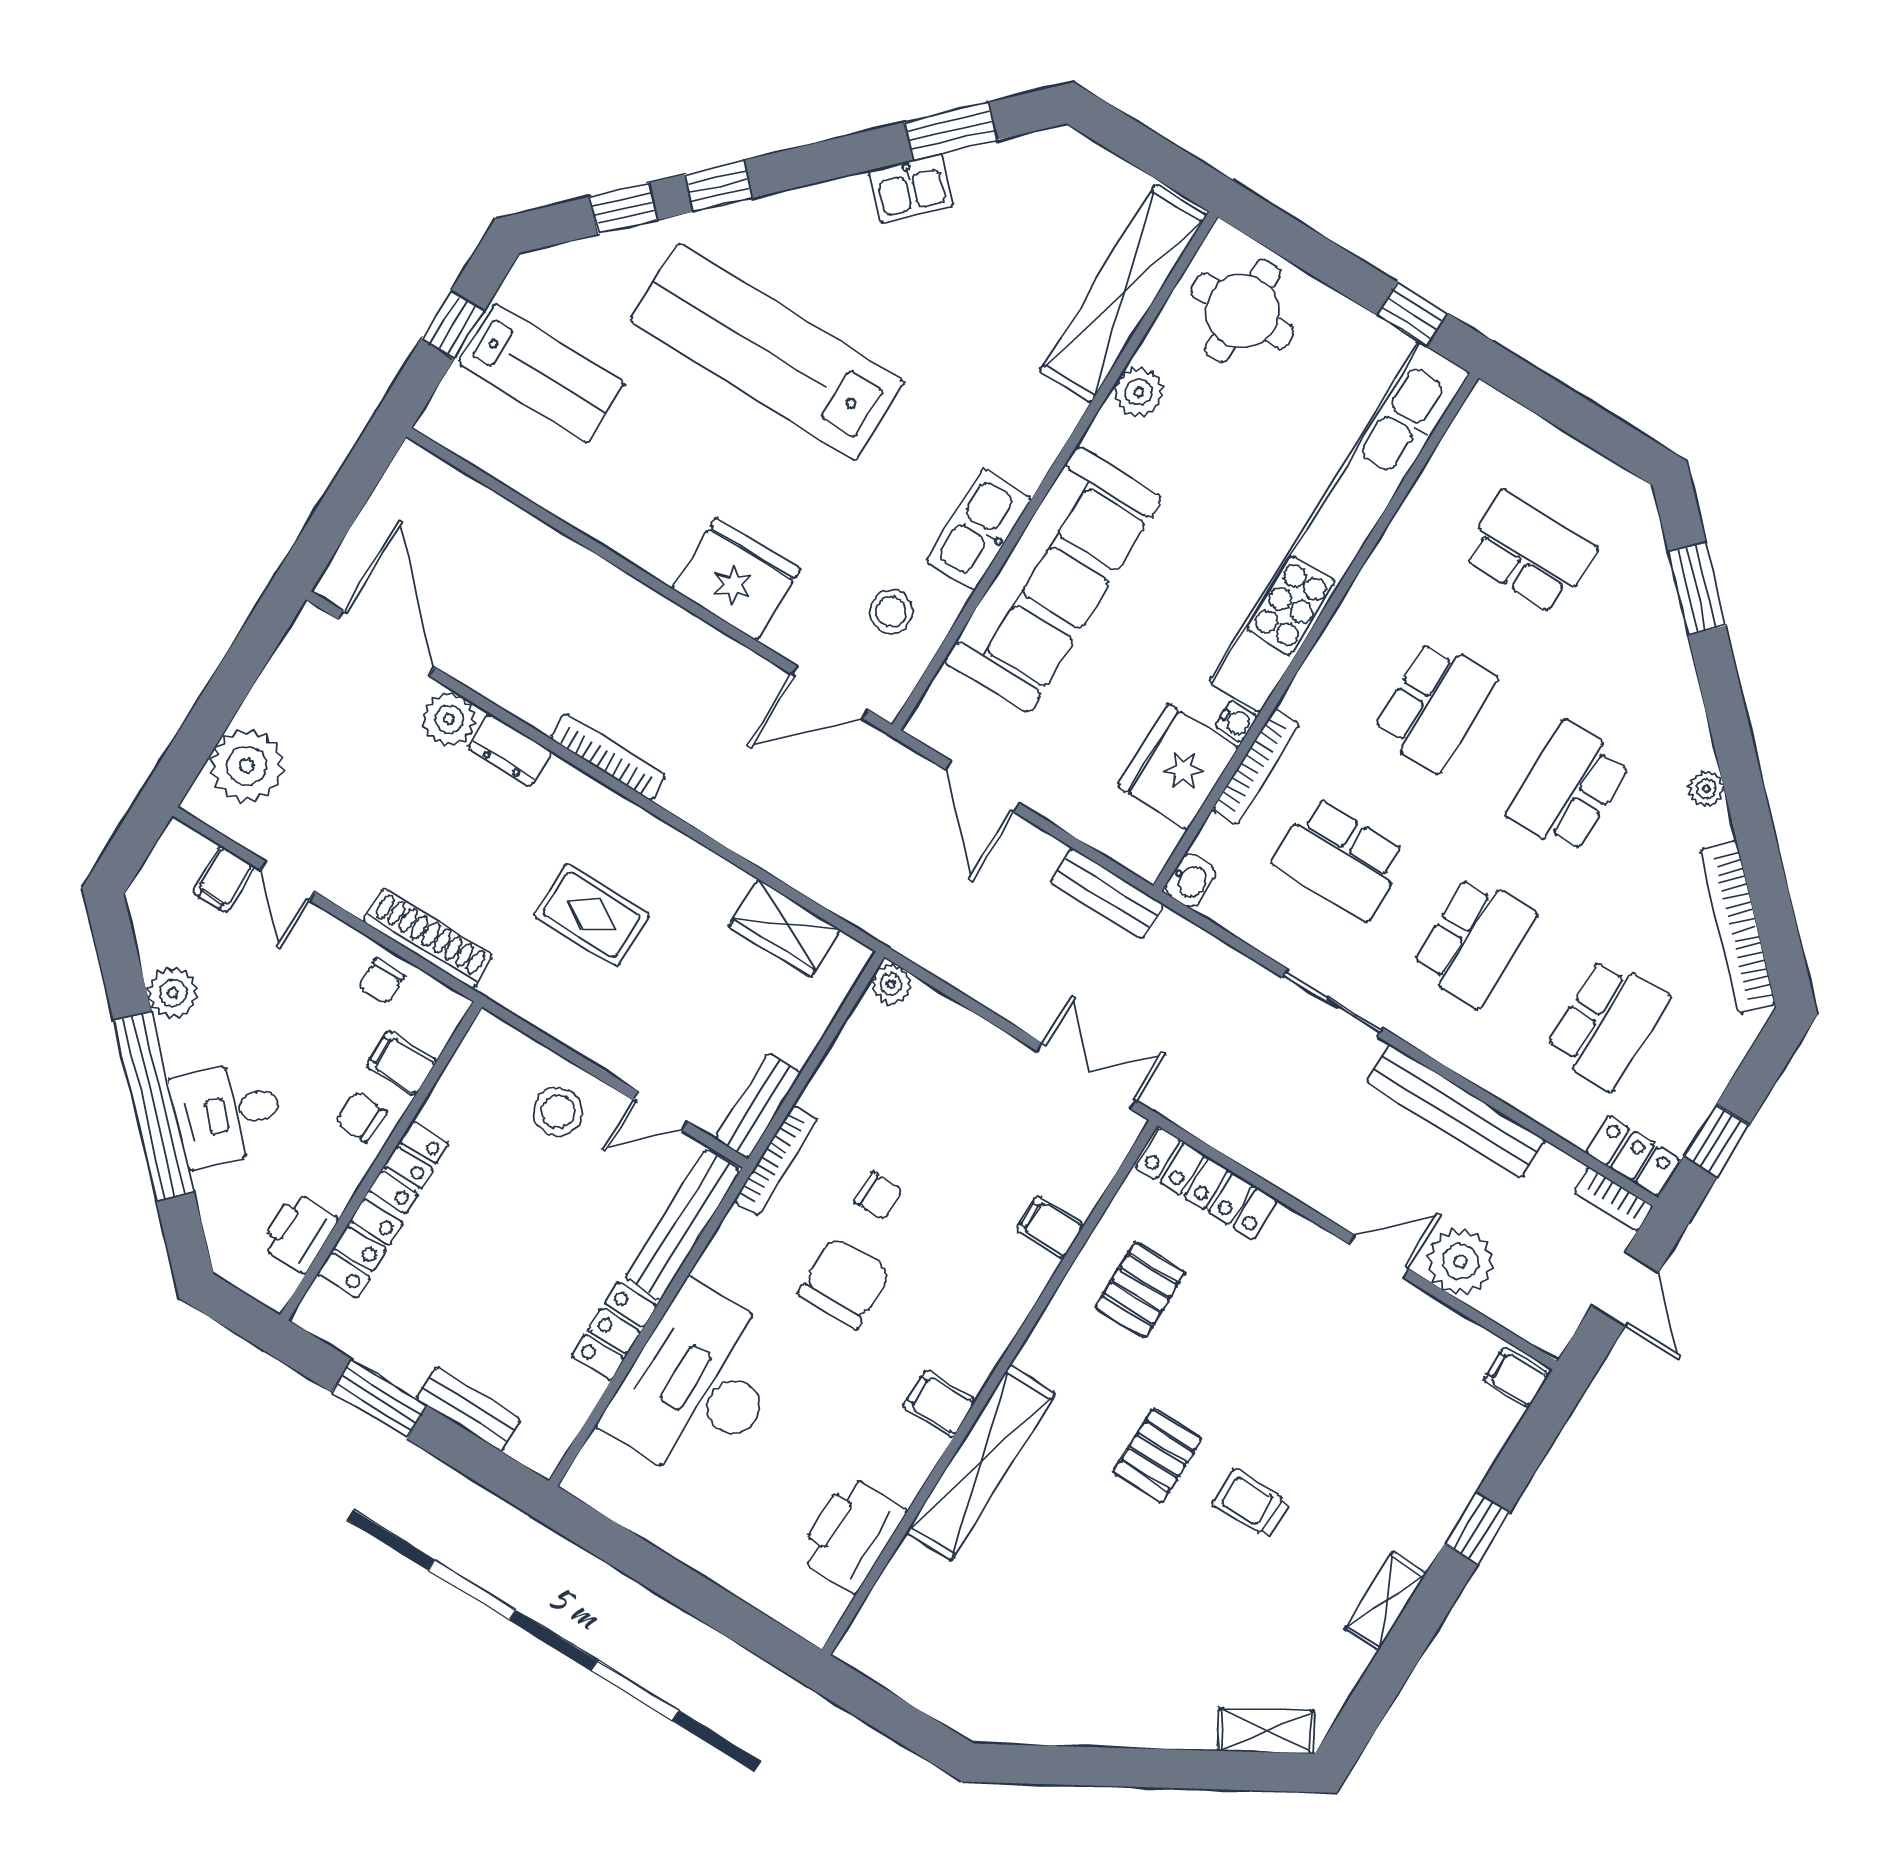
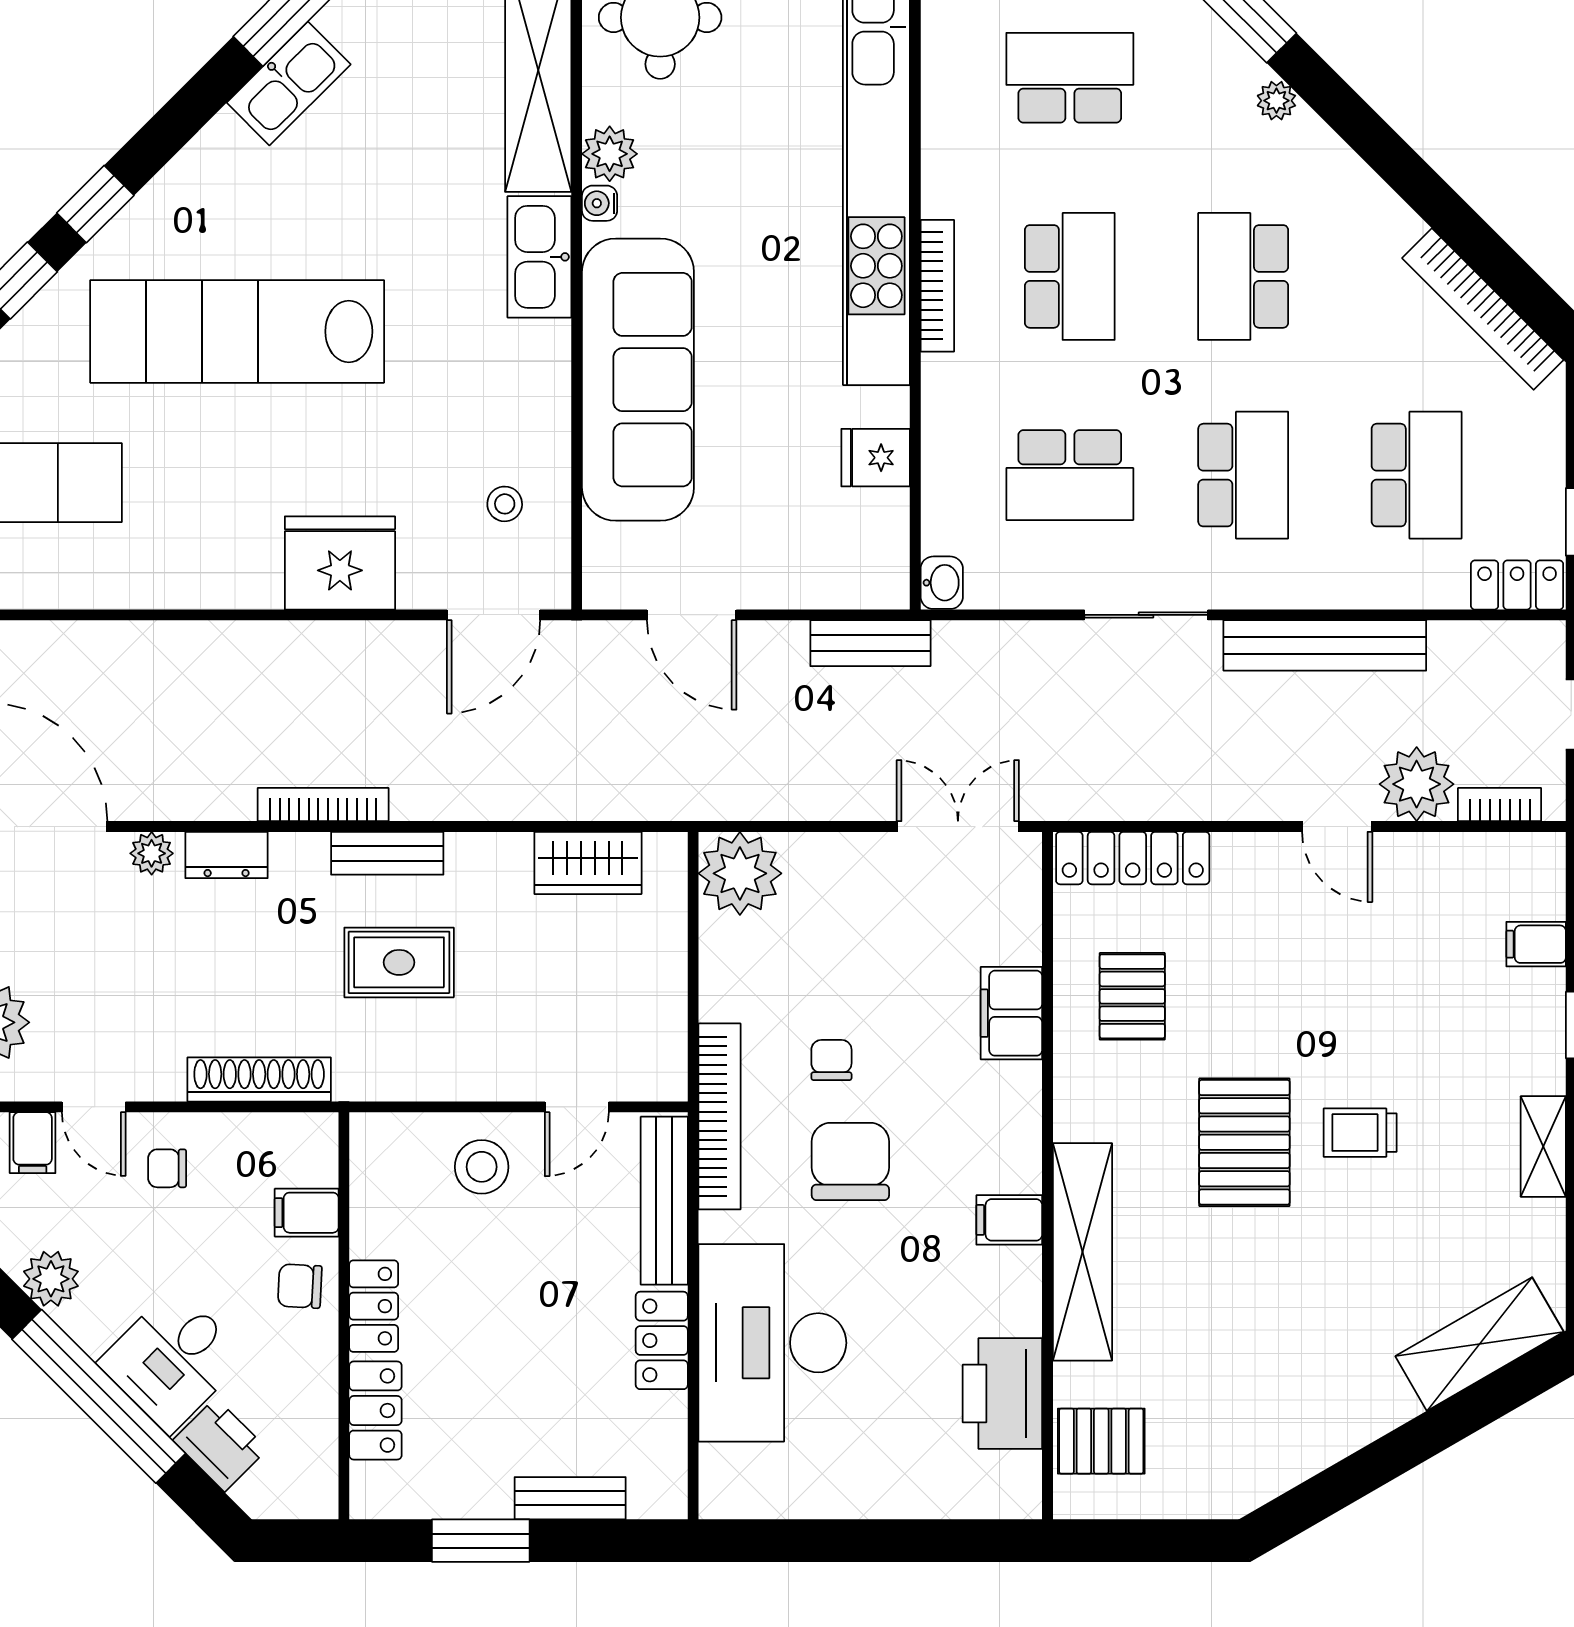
kitchen sink: (911, 188) -> (289, 84), width x1.38
kitchen sink: (979, 529) -> (539, 257), moved
stool: (891, 612) -> (505, 504), width x0.73, depth x0.73
plant: (449, 719) -> (152, 853), width x0.73, depth x0.73
water cooler: (1236, 722) -> (600, 203), moved, turned 180
fridge: (1178, 767) -> (876, 458), width x0.53, depth x0.75
bookcase: (1256, 767) -> (937, 286), moved
plant: (1706, 789) -> (1276, 101), moved
chair: (381, 981) -> (167, 1168), moved, turned 90
plant: (891, 984) -> (740, 873), width x1.88, depth x1.88
bench: (758, 1106) -> (387, 853), moved, turned 90
bookcase: (776, 1160) -> (719, 1116), width x1.48, depth x1.31
chair: (878, 1196) -> (831, 1060), turned -90
bookcase: (1613, 1199) -> (1500, 805), moved, turned 180
filing cabinet: (1050, 1227) -> (1011, 1013), width x2.00
printer: (299, 1232) -> (220, 1445), moved, turned 135
door: (1379, 1257) -> (1337, 827), swing flipped
filing cabinet: (1516, 1377) -> (1536, 944), moved
pallet: (1157, 1456) -> (1244, 1142), width x1.50, depth x1.42
pallet: (905, 1618) -> (1101, 1441), added
shelving: (1266, 1731) -> (1480, 1344), width x1.50, depth x1.33

